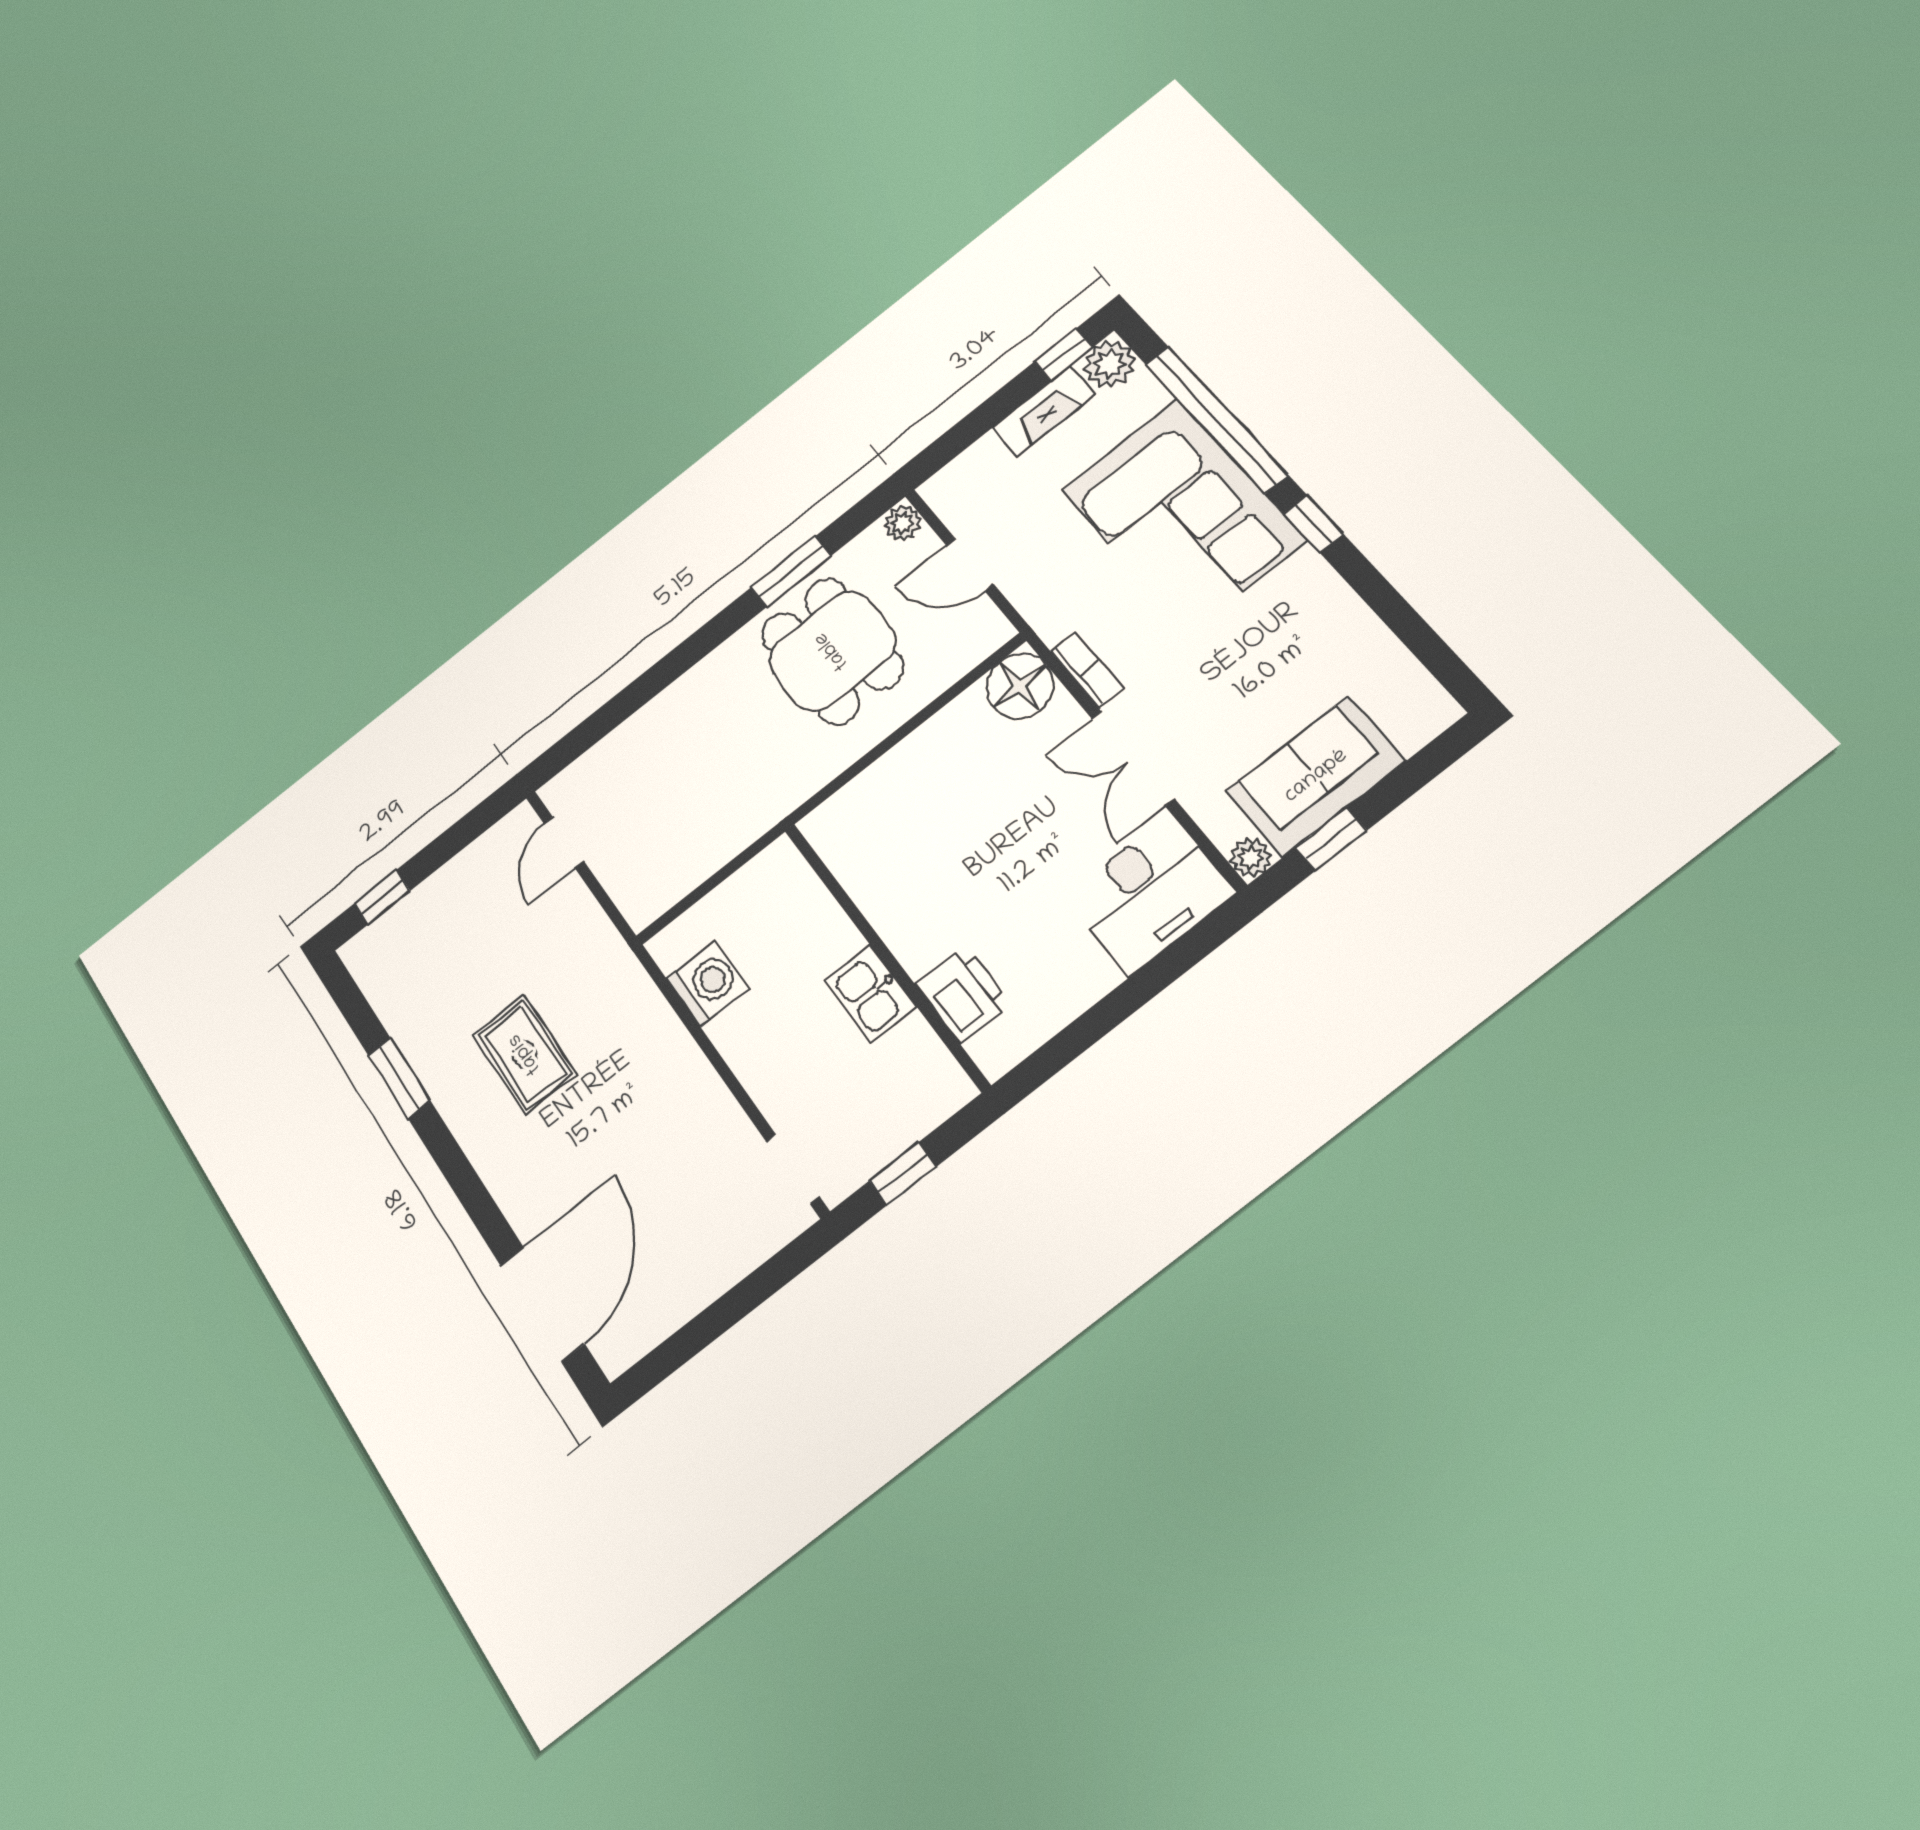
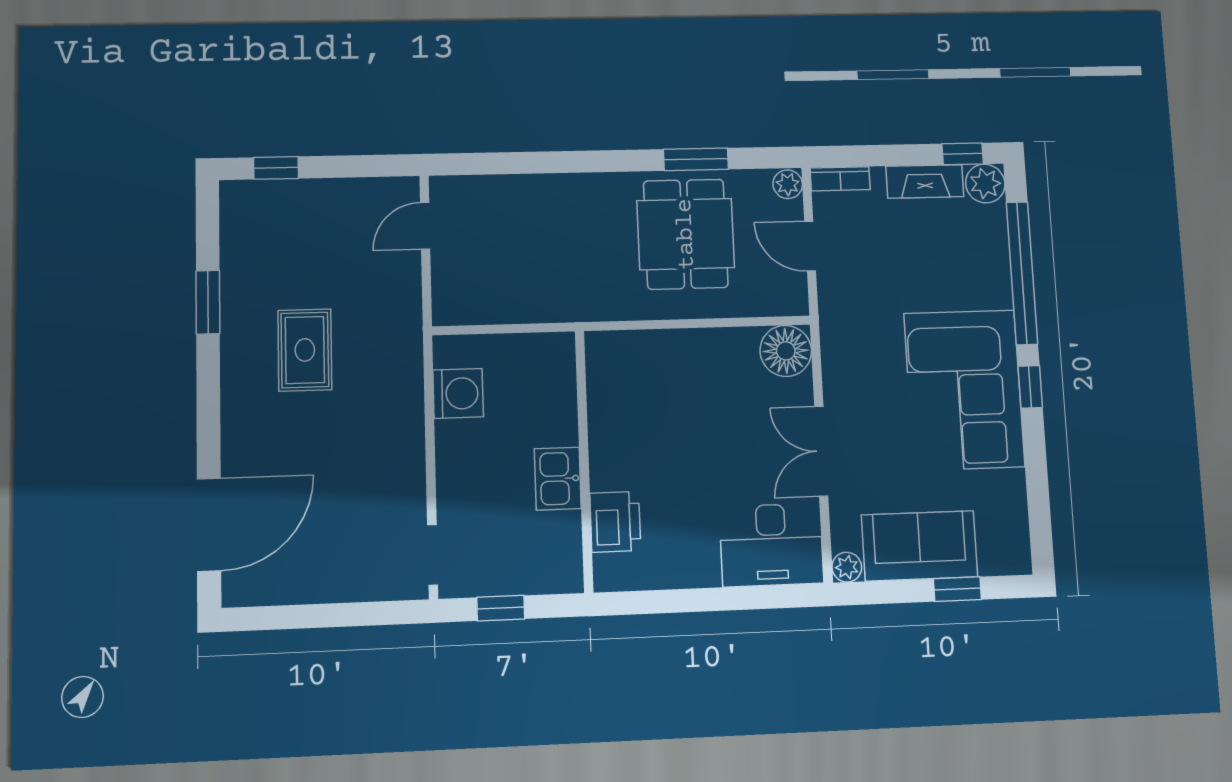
corner sofa: (1183, 515) -> (964, 390), moved
bookcase: (1087, 670) -> (840, 179), moved, turned 90
window: (1331, 839) -> (957, 589), moved

